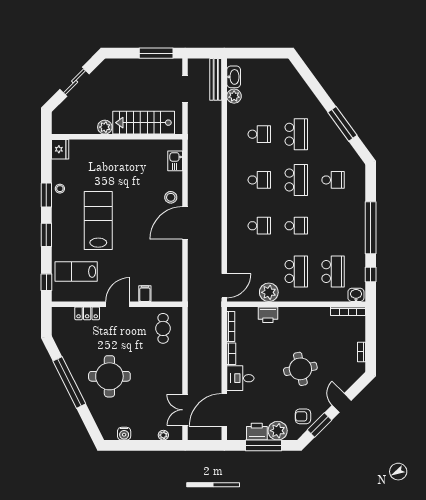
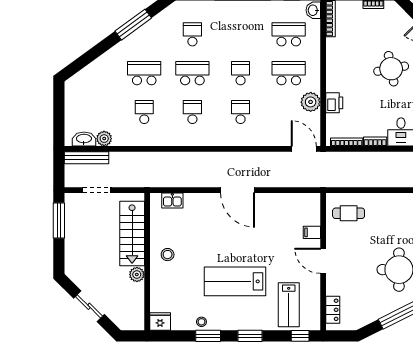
stool: (171, 197) -> (168, 255), moved
locker: (87, 313) -> (333, 310), moved

